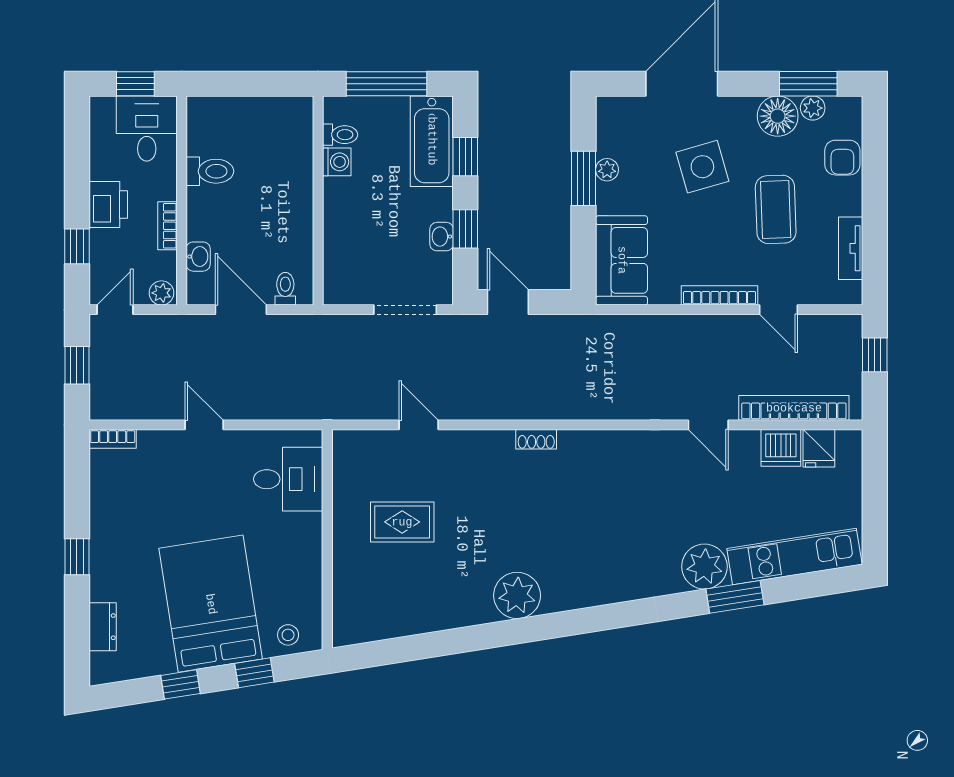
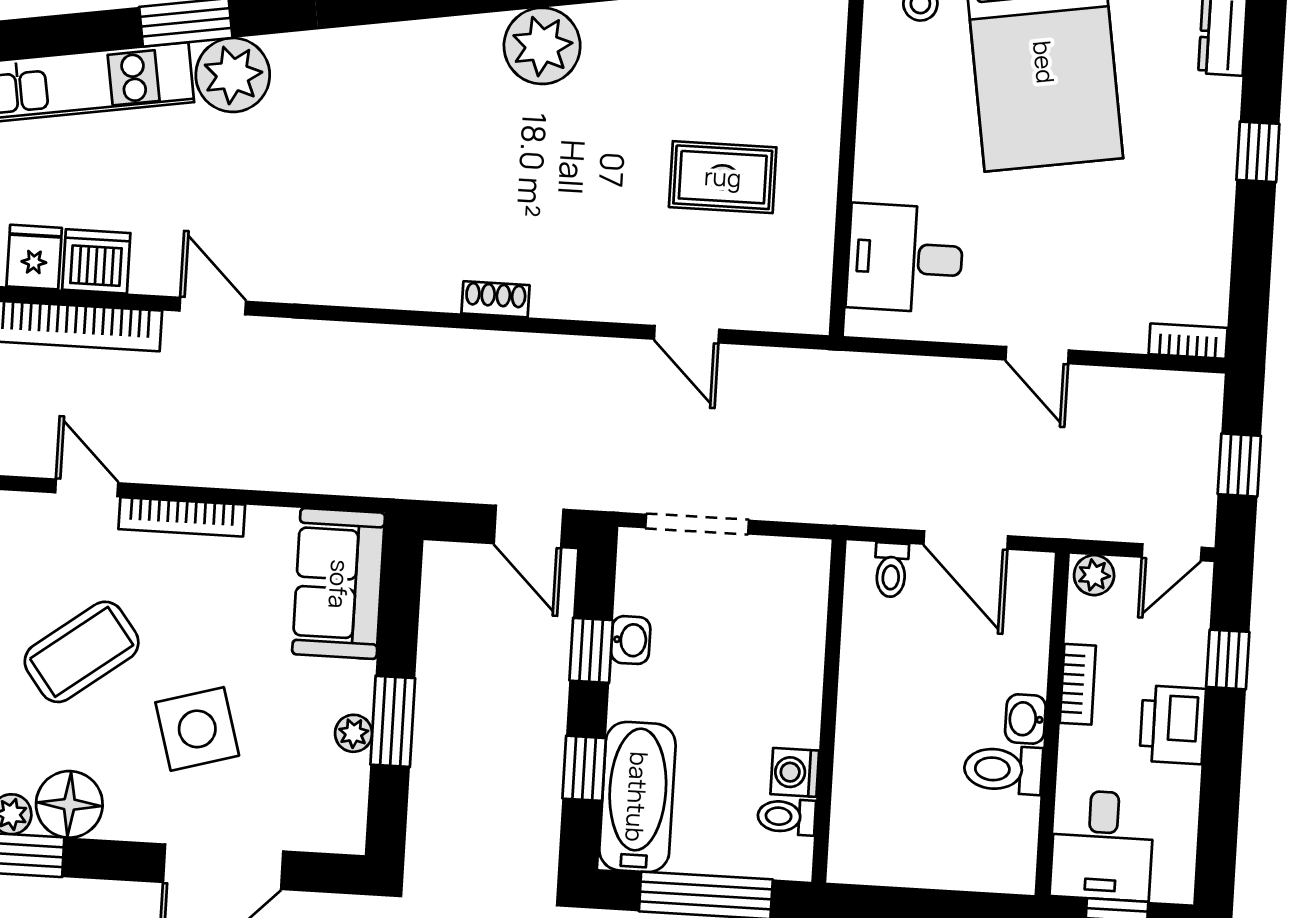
coffee table: (776, 209) -> (82, 652), turned 55
washbasin: (198, 257) -> (1025, 719), moved

